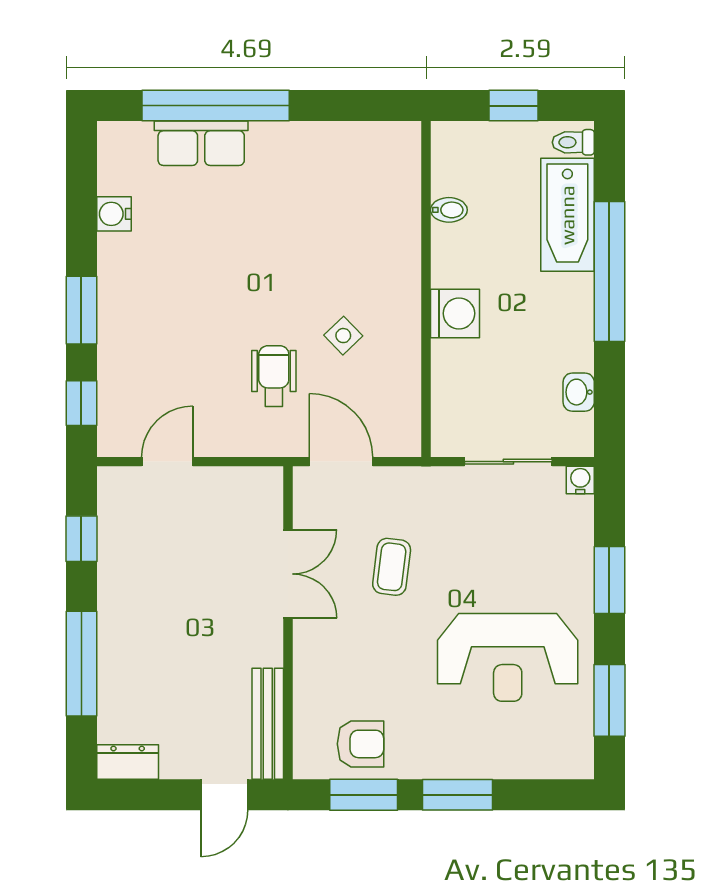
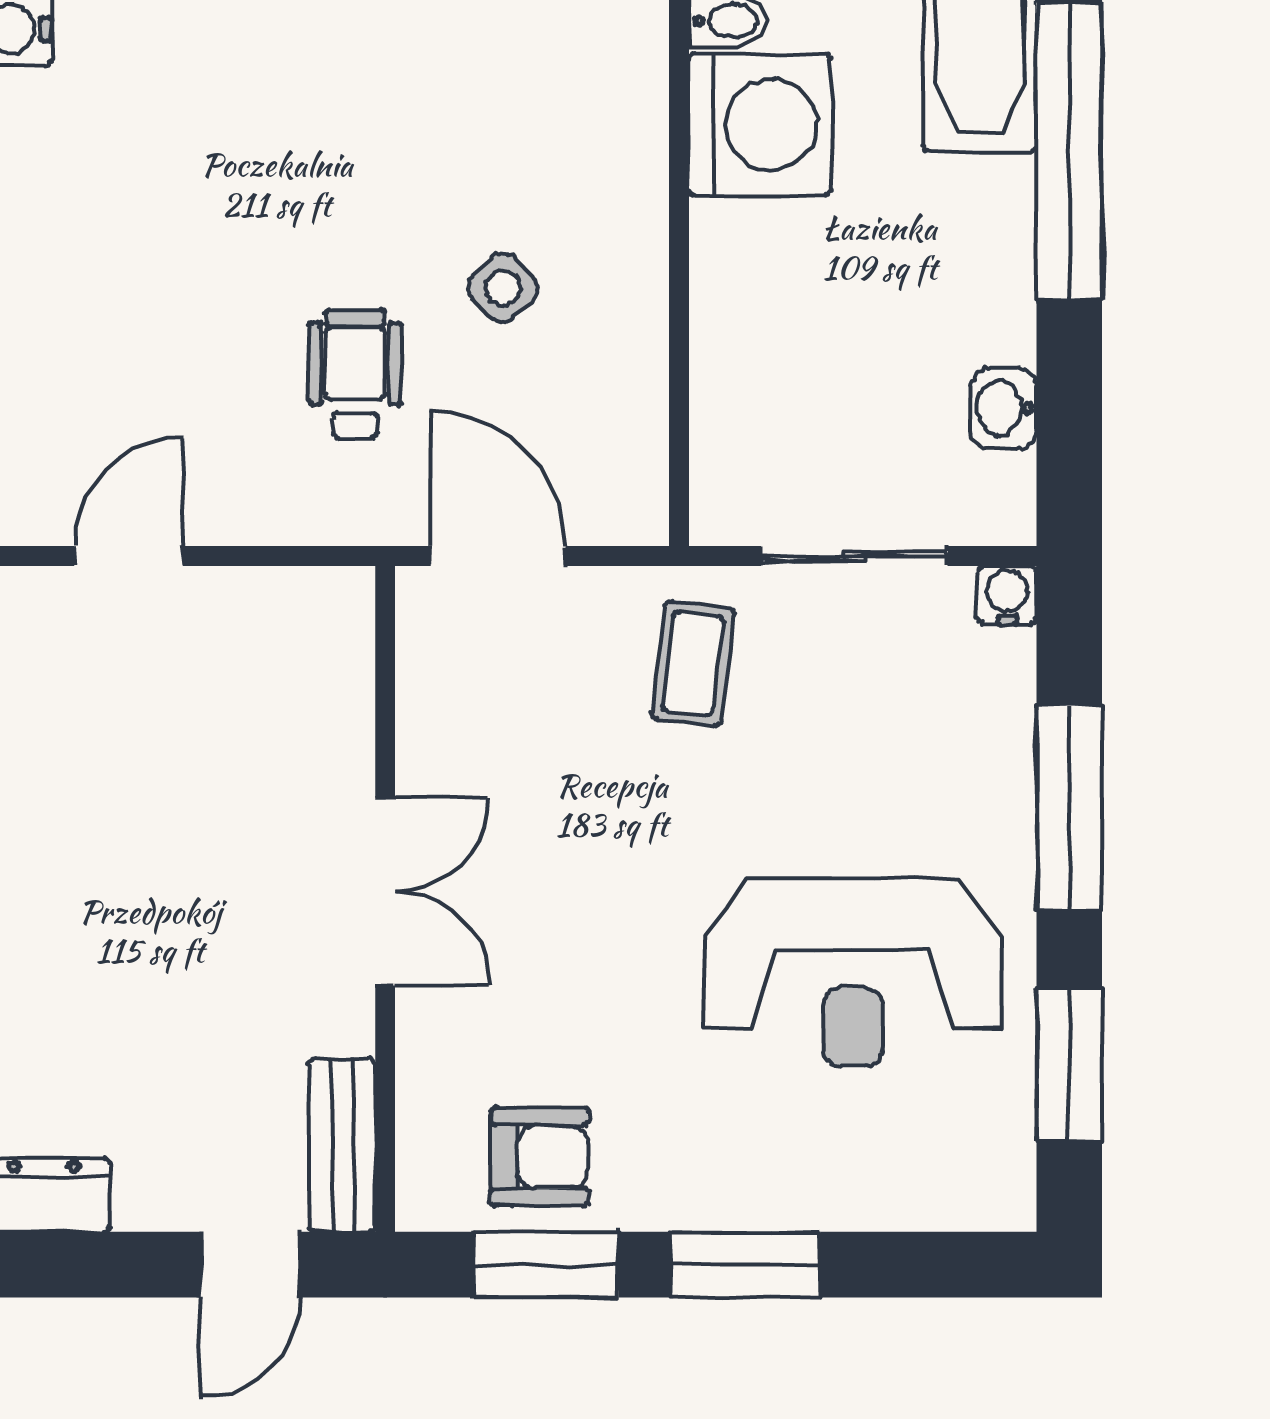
washing machine: (455, 313) -> (760, 125), moved, width x1.37, depth x1.37
coffee table: (392, 567) -> (693, 664), moved
double door: (288, 574) -> (385, 892), moved
window: (609, 580) -> (1069, 808), width x1.44
bench: (268, 724) -> (342, 1145), width x0.73

